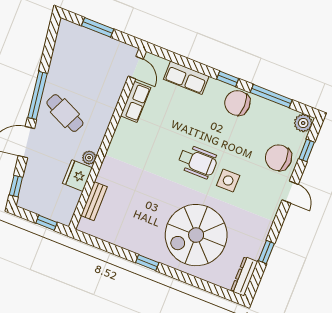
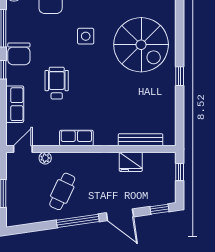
row of seats: (136, 102) -> (76, 138), moved
cafe table: (65, 113) -> (62, 191), moved
plant: (89, 158) -> (45, 158), moved
wheelchair: (198, 162) -> (57, 83), moved
bench: (94, 201) -> (141, 140), width x1.36

